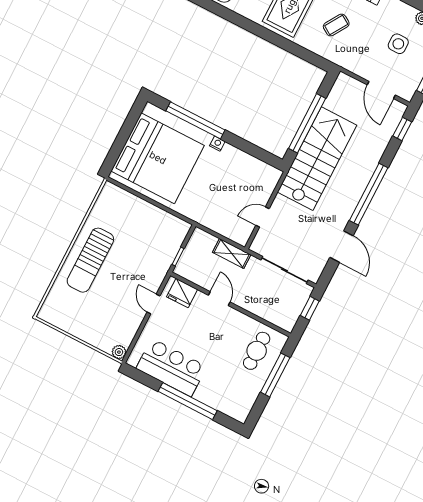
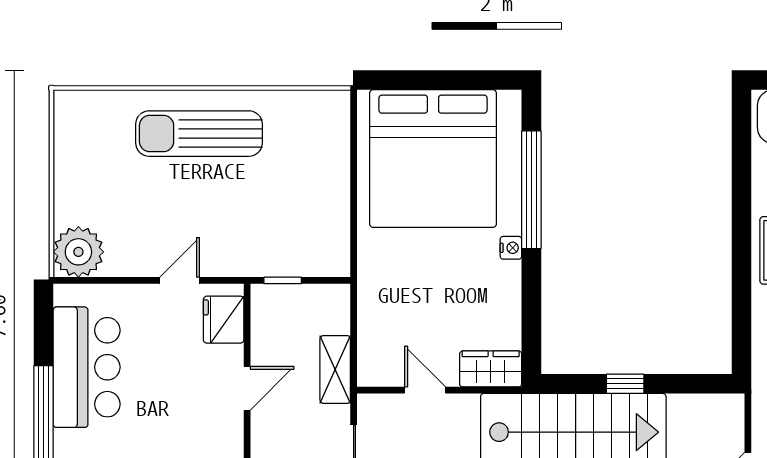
window: (307, 123) -> (625, 384), width x0.32
wardrobe: (268, 182) -> (491, 369), added
plant: (119, 352) -> (78, 252), width x1.88, depth x1.88

